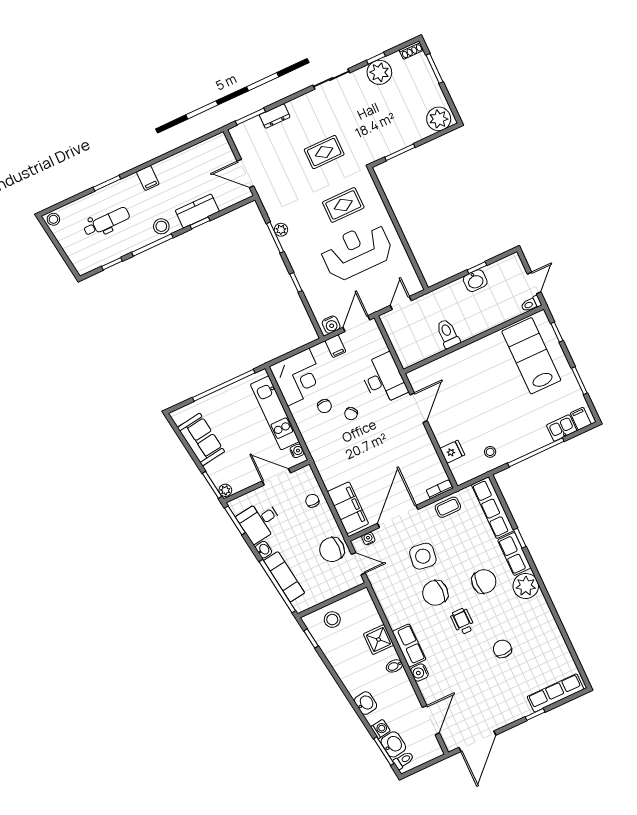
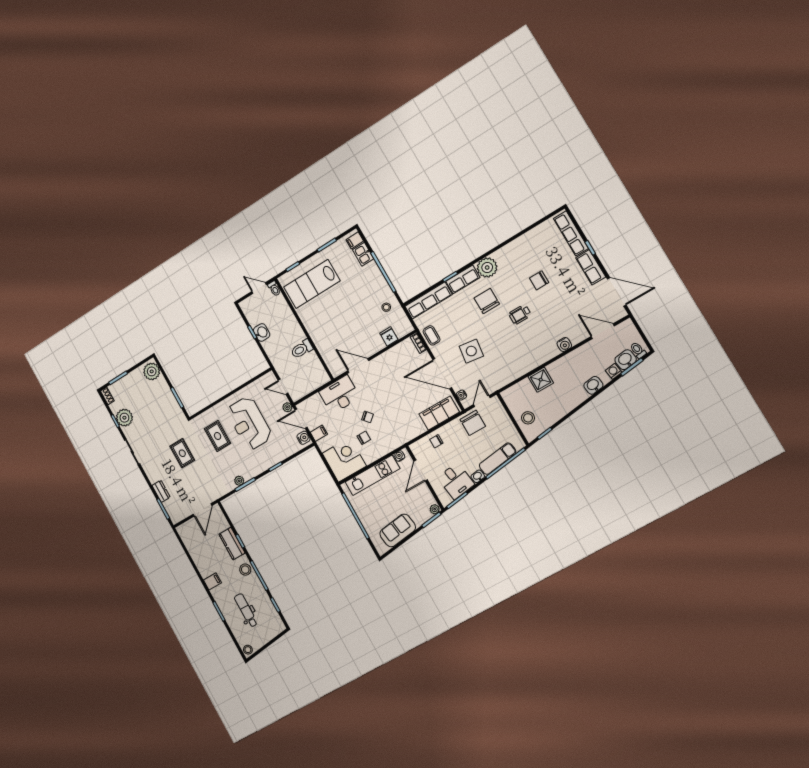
plant: (373, 306) -> (287, 407), added
chair: (435, 593) -> (499, 338), removed
row of seats: (409, 646) -> (591, 267), moved, turned -90
bidet: (394, 666) -> (561, 365), removed

